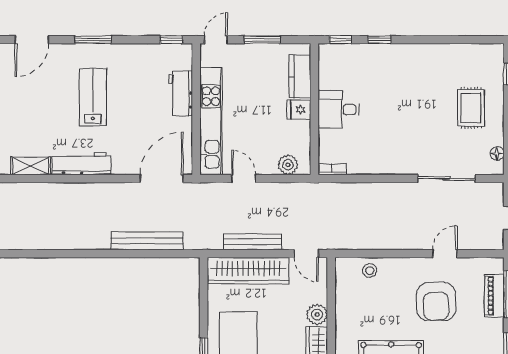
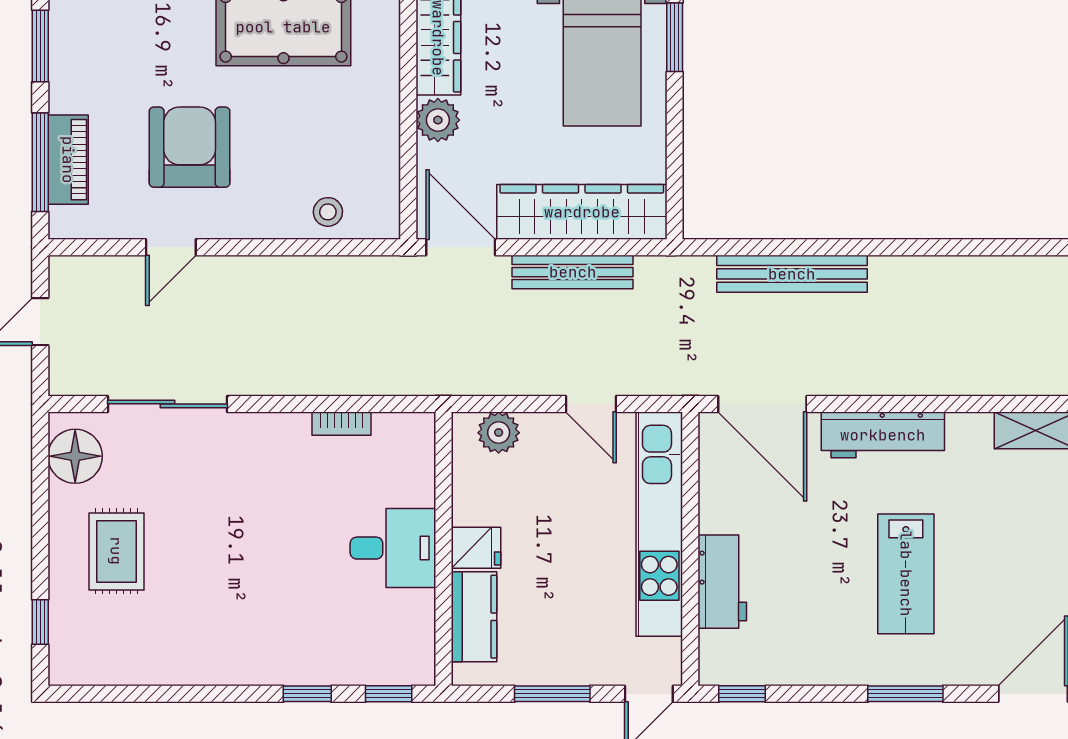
floor lamp: (497, 153) -> (75, 456), width x1.89, depth x1.89
workbench: (81, 164) -> (883, 435), moved
bookcase: (332, 169) -> (341, 424), moved
door: (162, 179) -> (762, 404), hinge flipped
door: (306, 254) -> (461, 247), width x1.38

